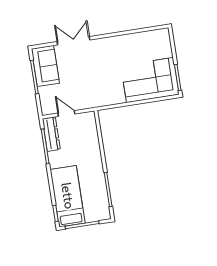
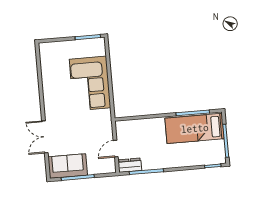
corner sofa: (150, 80) -> (90, 83), moved
dresser: (51, 134) -> (130, 165), width x0.70
bed: (68, 196) -> (195, 128), moved

